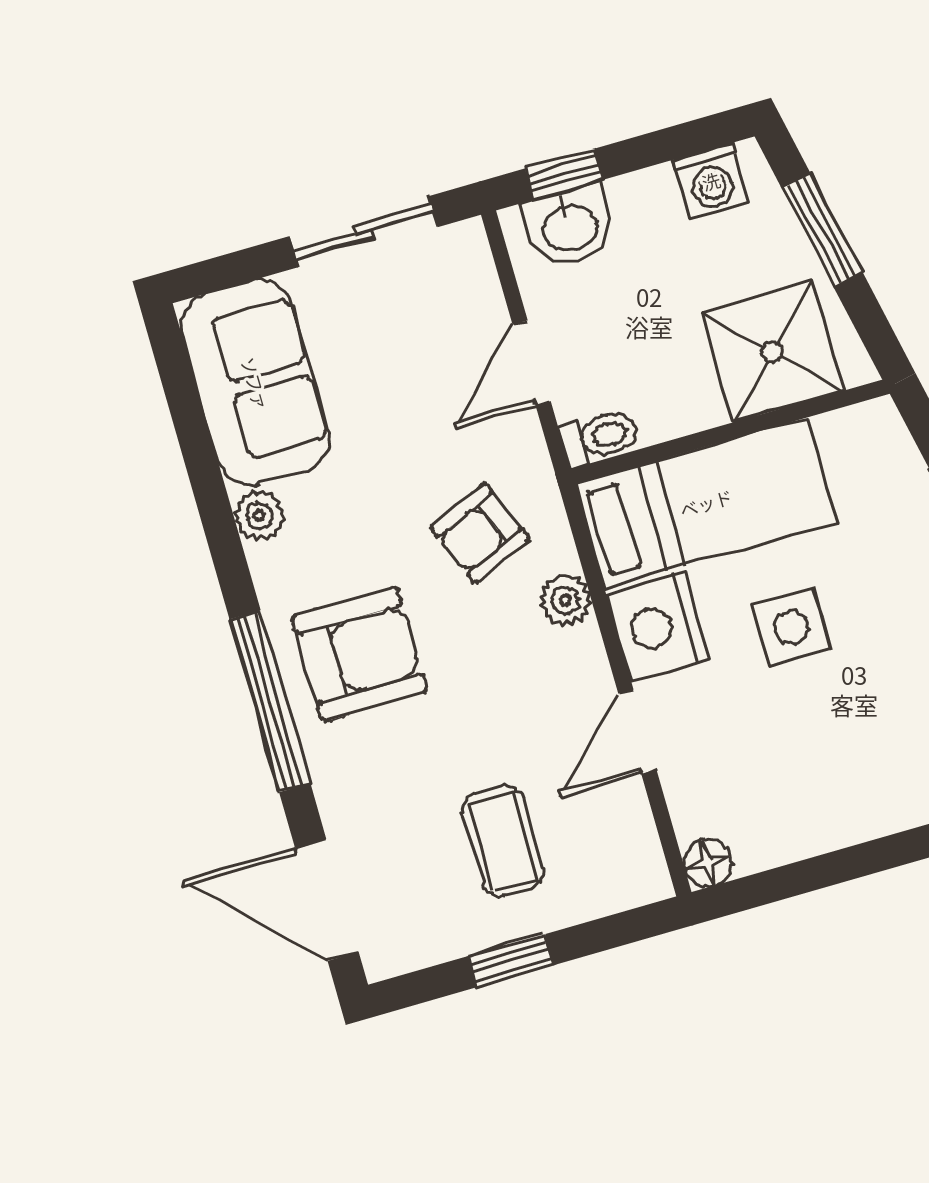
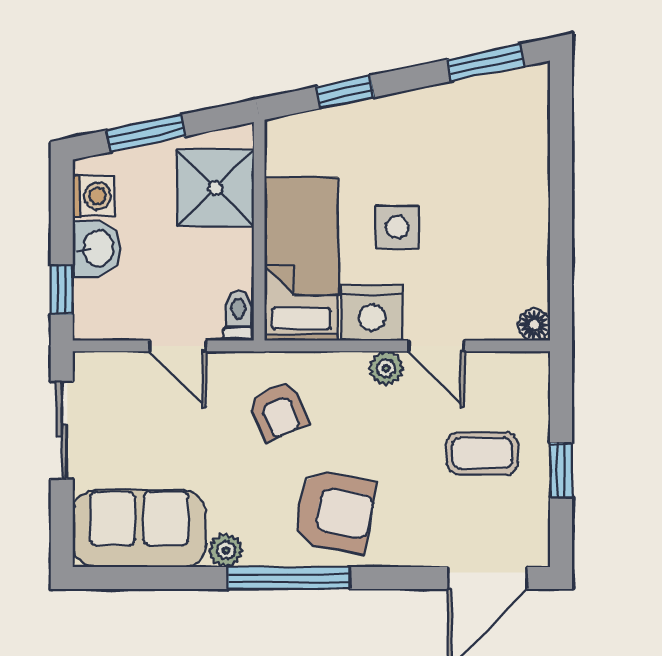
washbasin: (570, 227) -> (97, 249), moved
plant: (565, 600) -> (386, 368), moved
armchair: (360, 654) -> (334, 511), turned 101
window: (270, 701) -> (289, 578), moved

